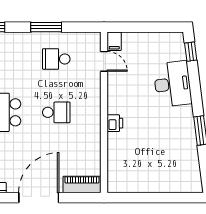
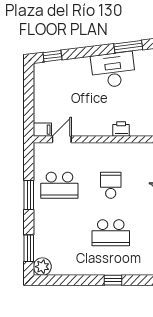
school desk: (56, 59) -> (59, 185), width x1.85
desk: (172, 84) -> (113, 70), moved

